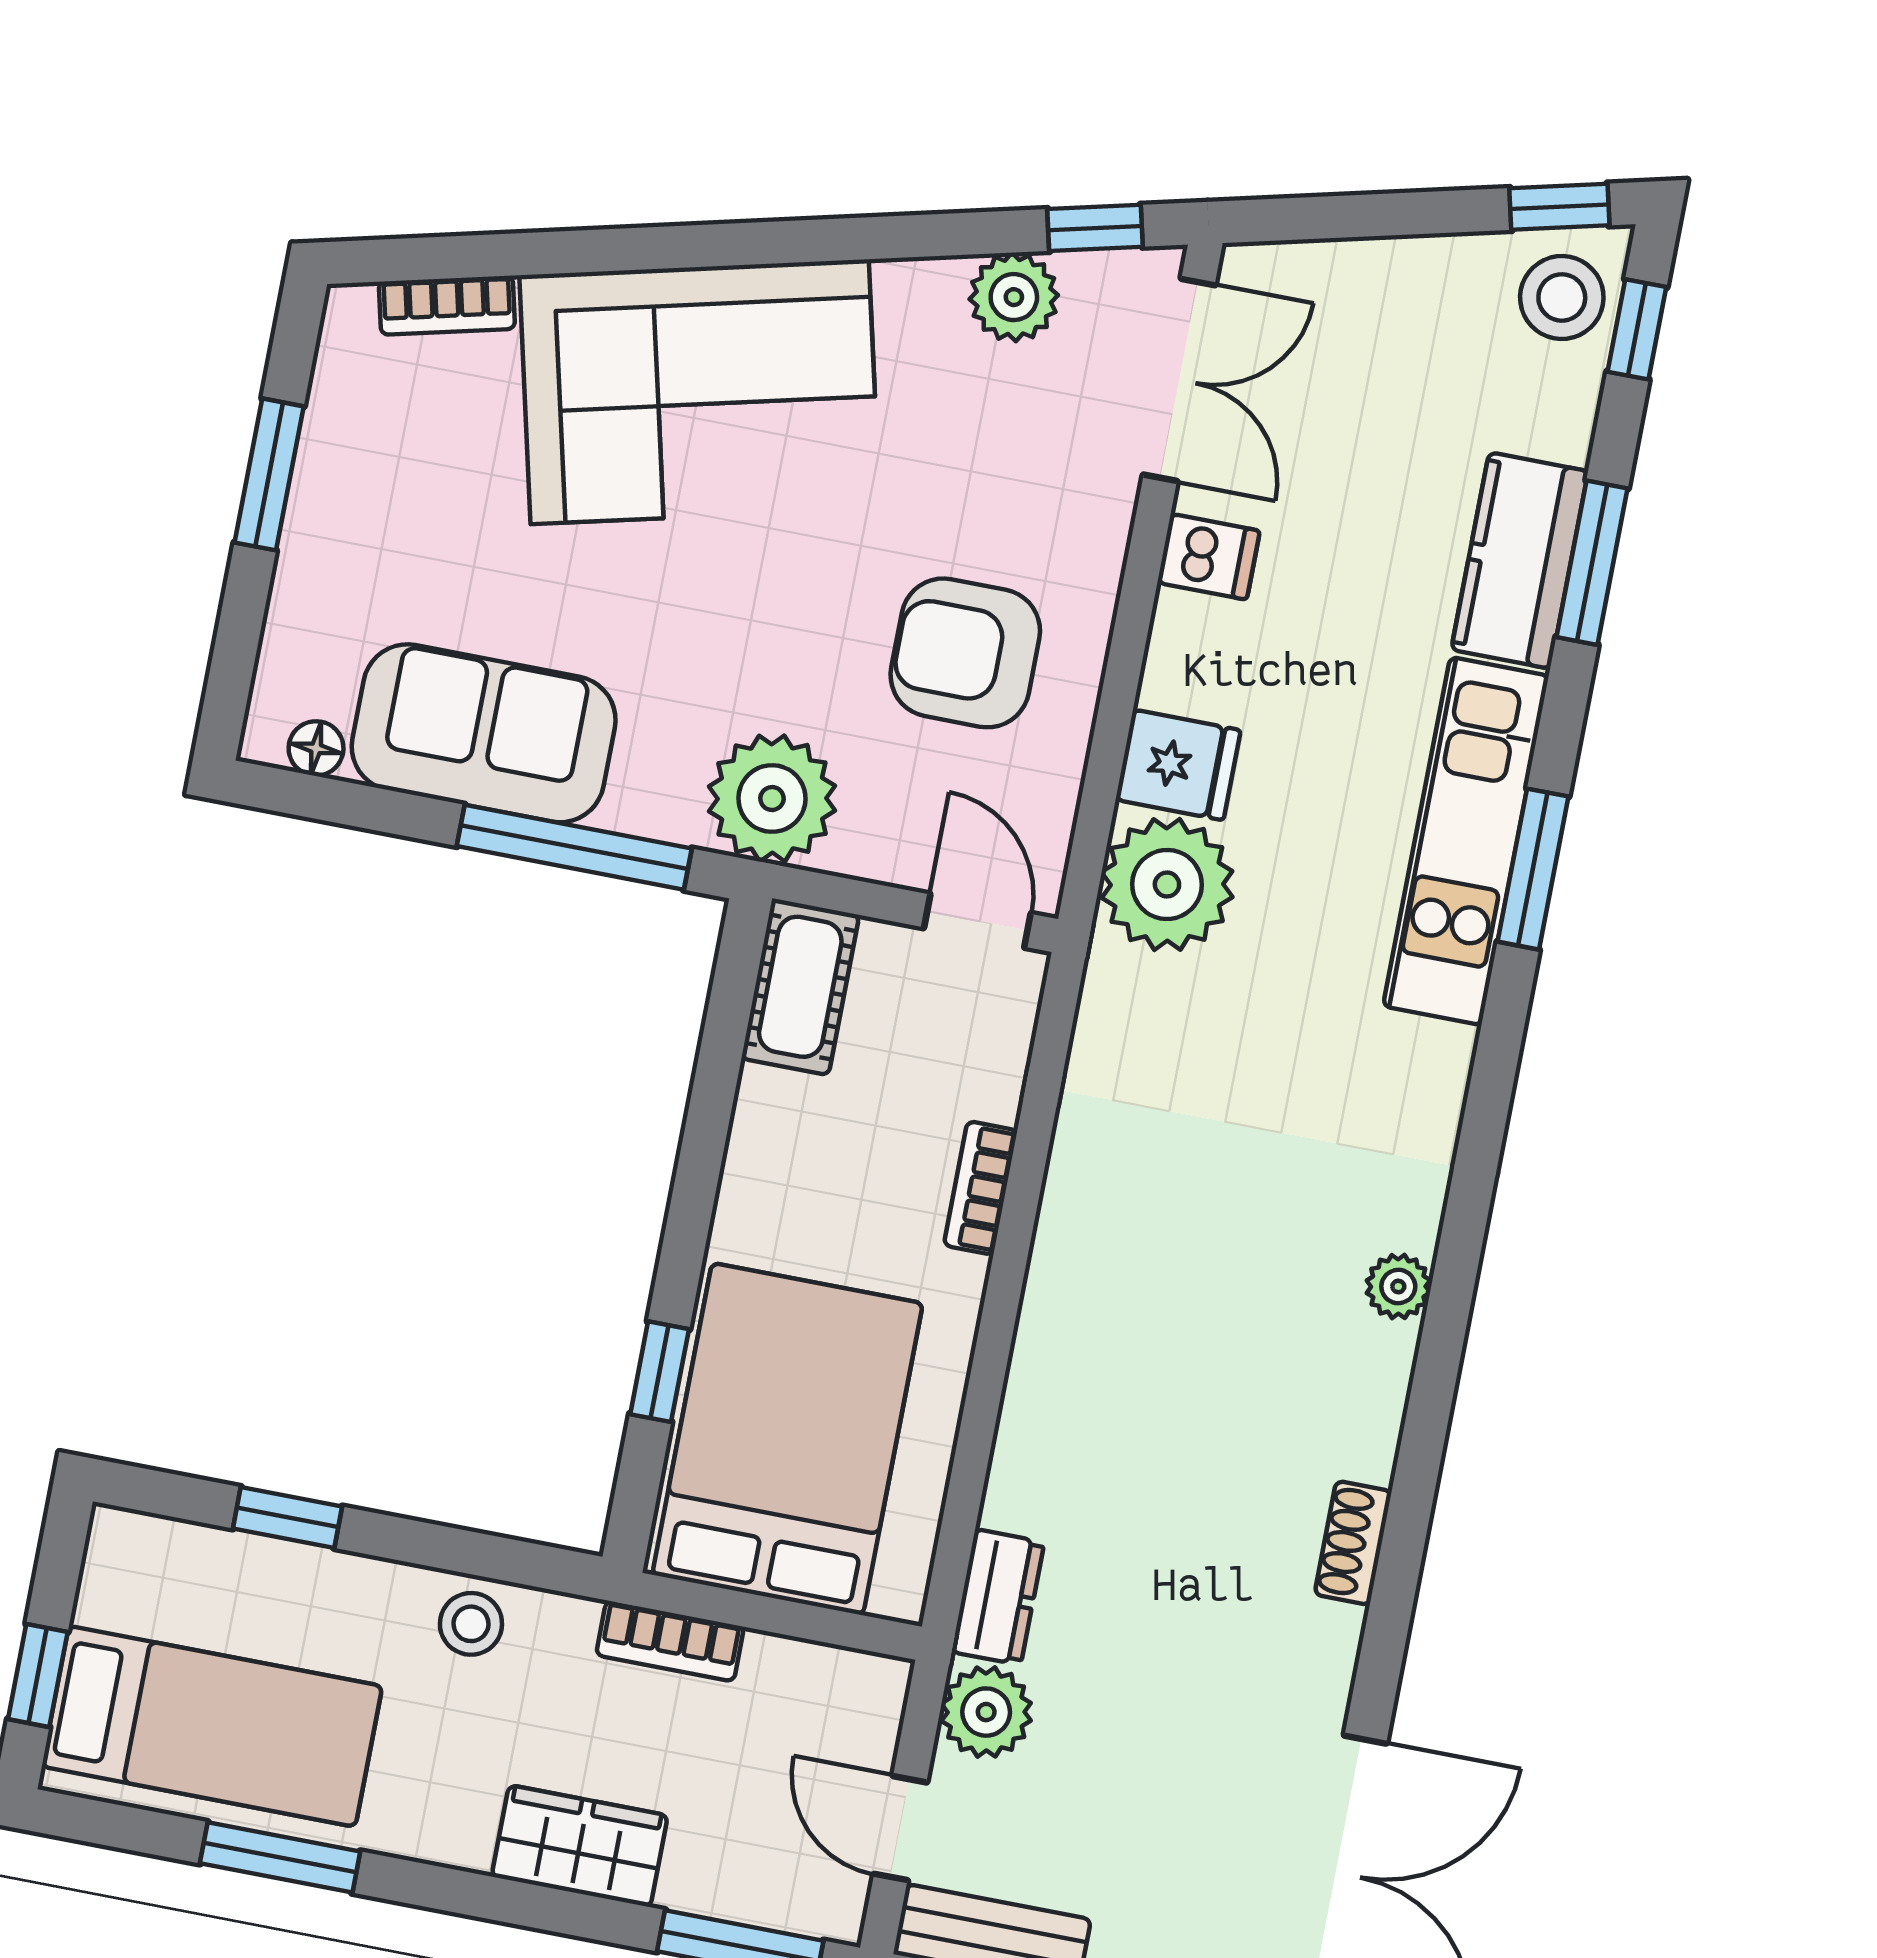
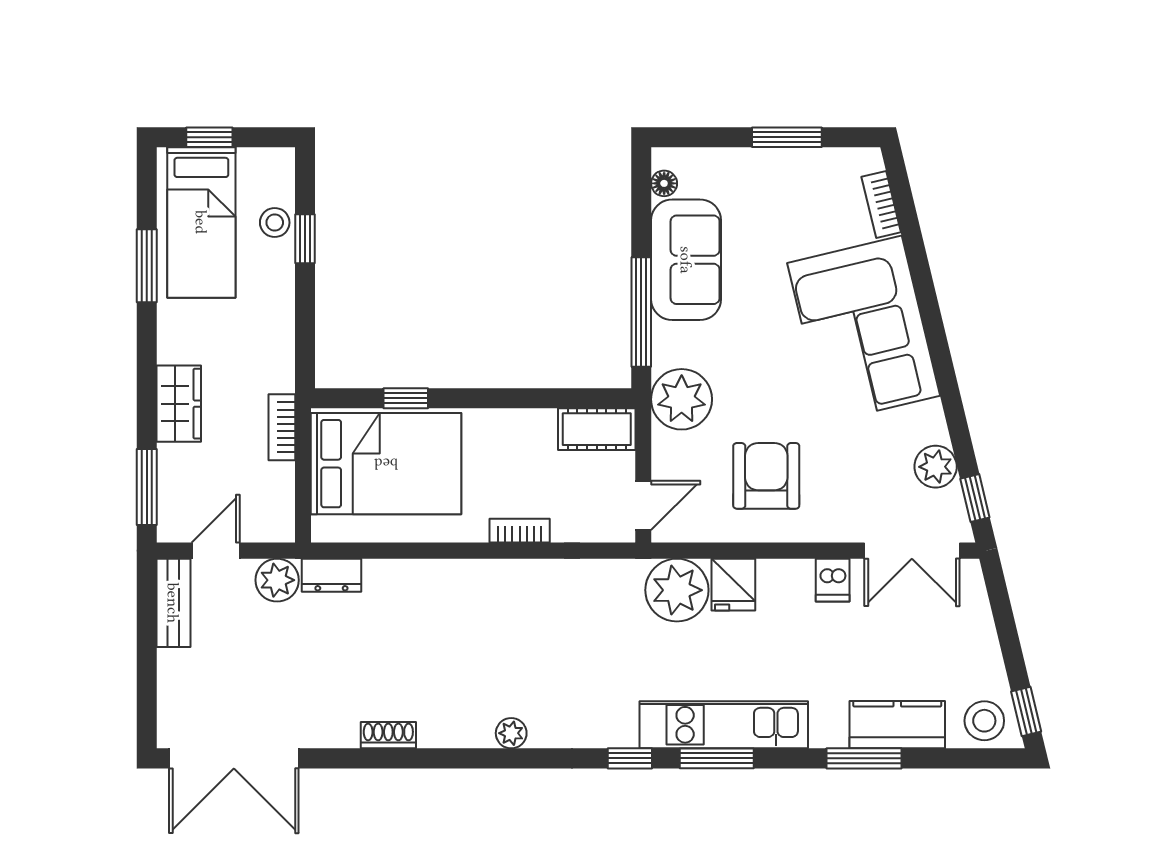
window: (1637, 329) -> (630, 758), moved
kitchen counter: (1520, 560) -> (897, 725), moved
stool: (471, 1624) -> (275, 223), moved

